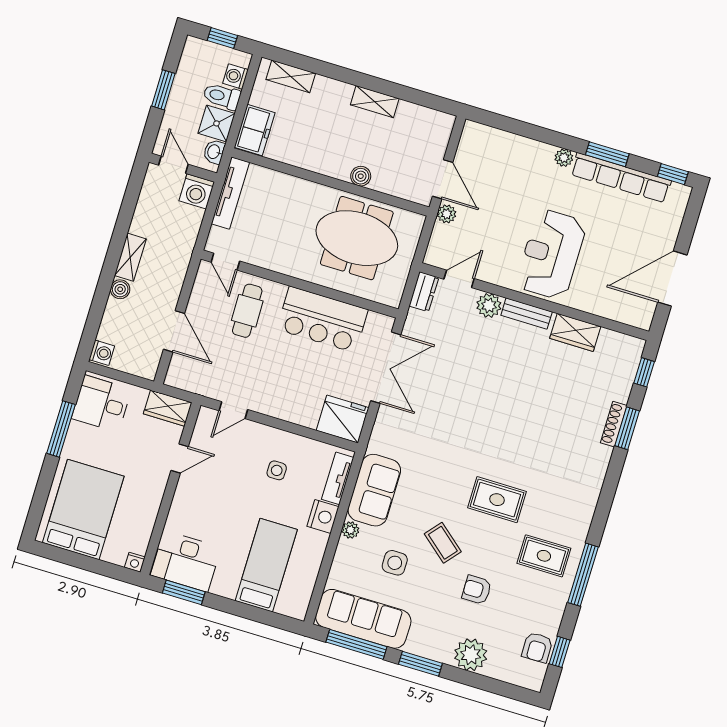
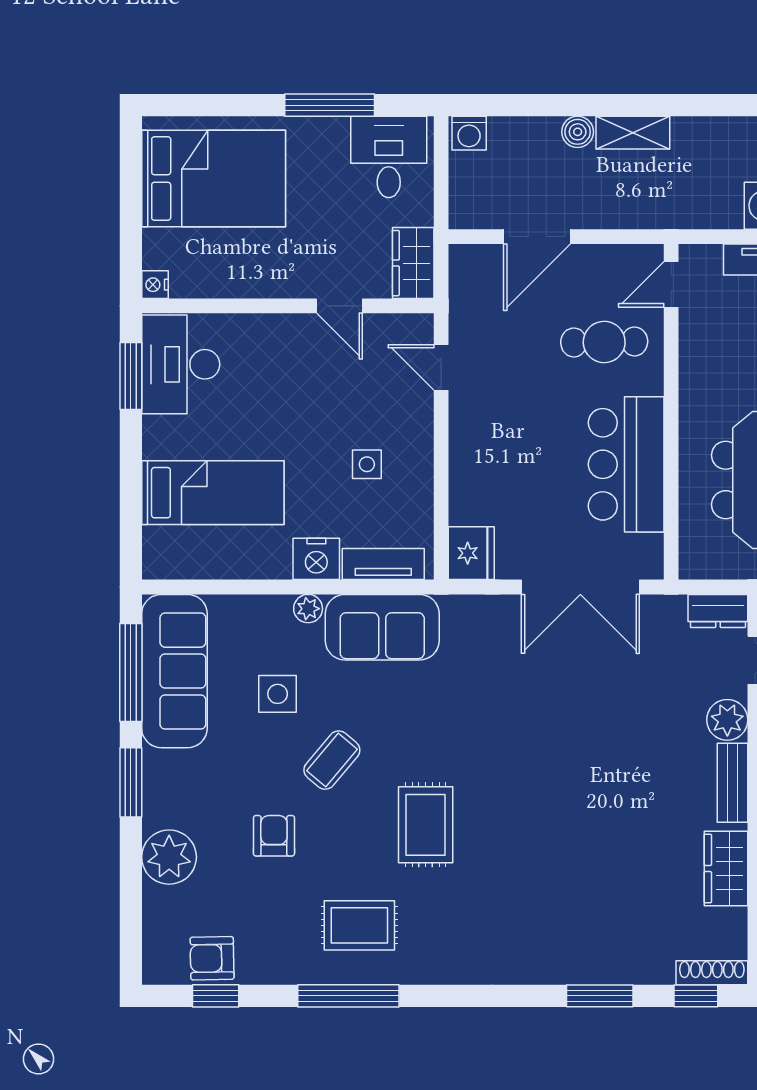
fridge: (343, 419) -> (471, 553), width x0.73, depth x0.75
shoe rack: (614, 424) -> (712, 973), moved
rug: (544, 556) -> (359, 925), turned 90

